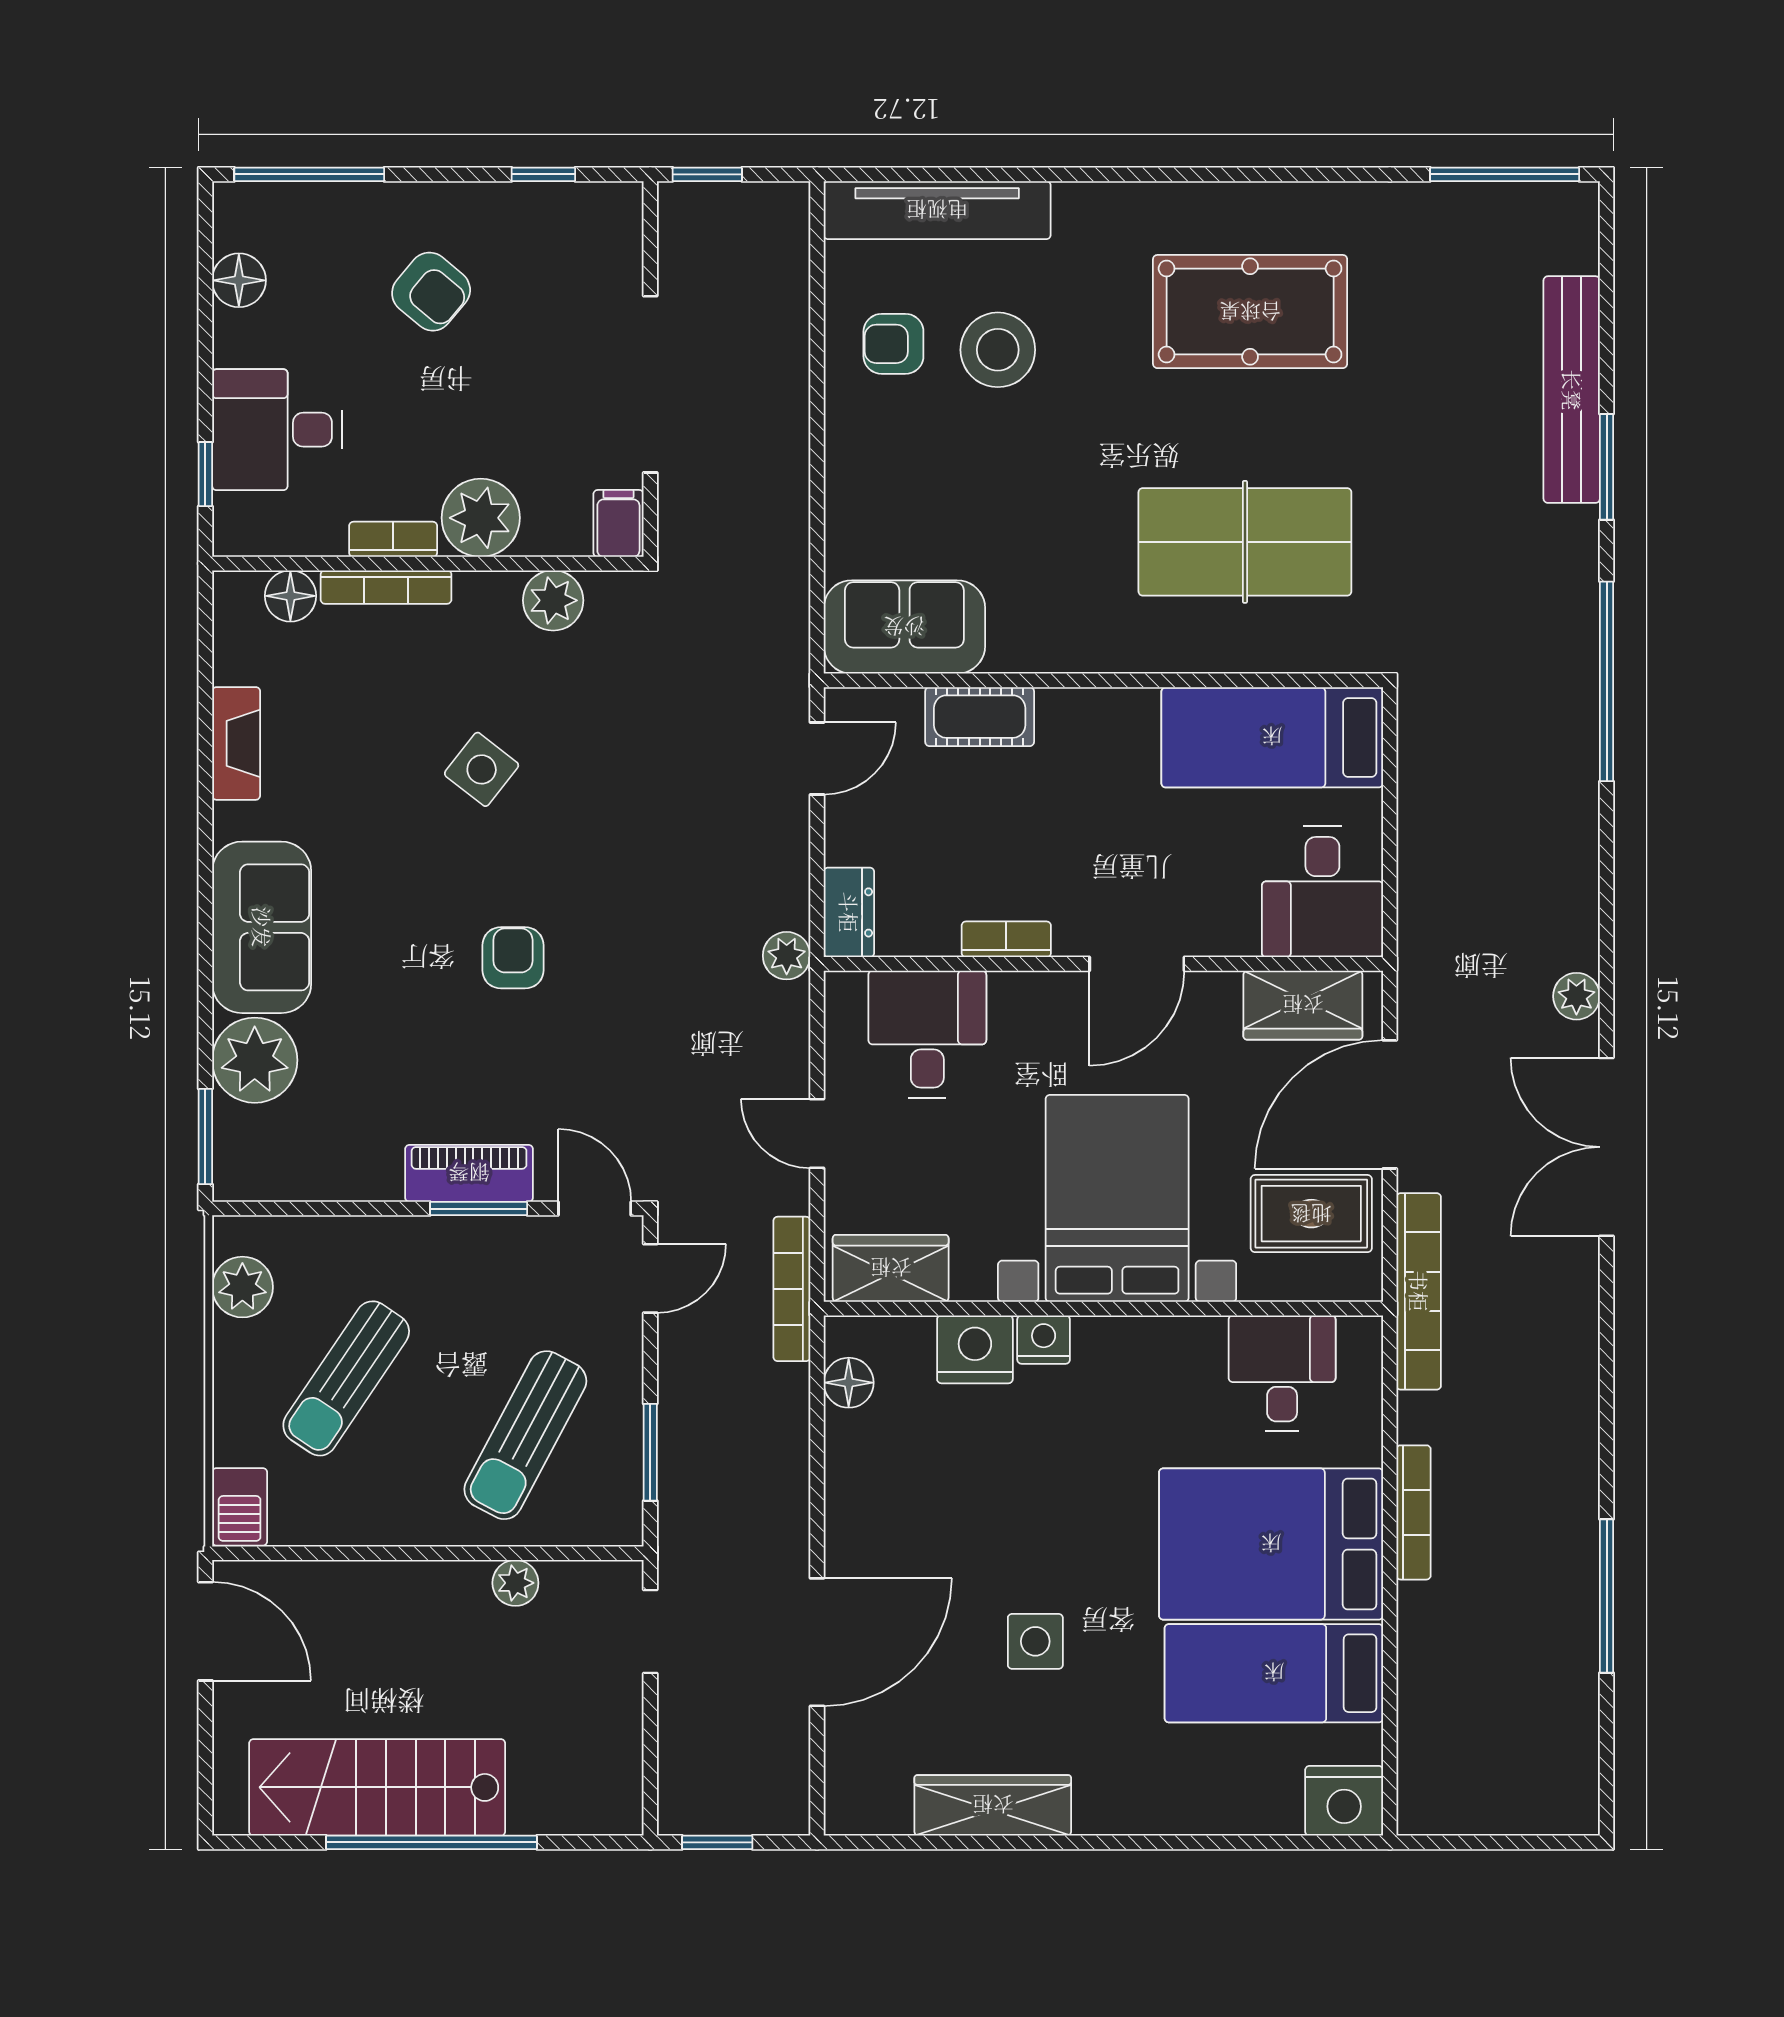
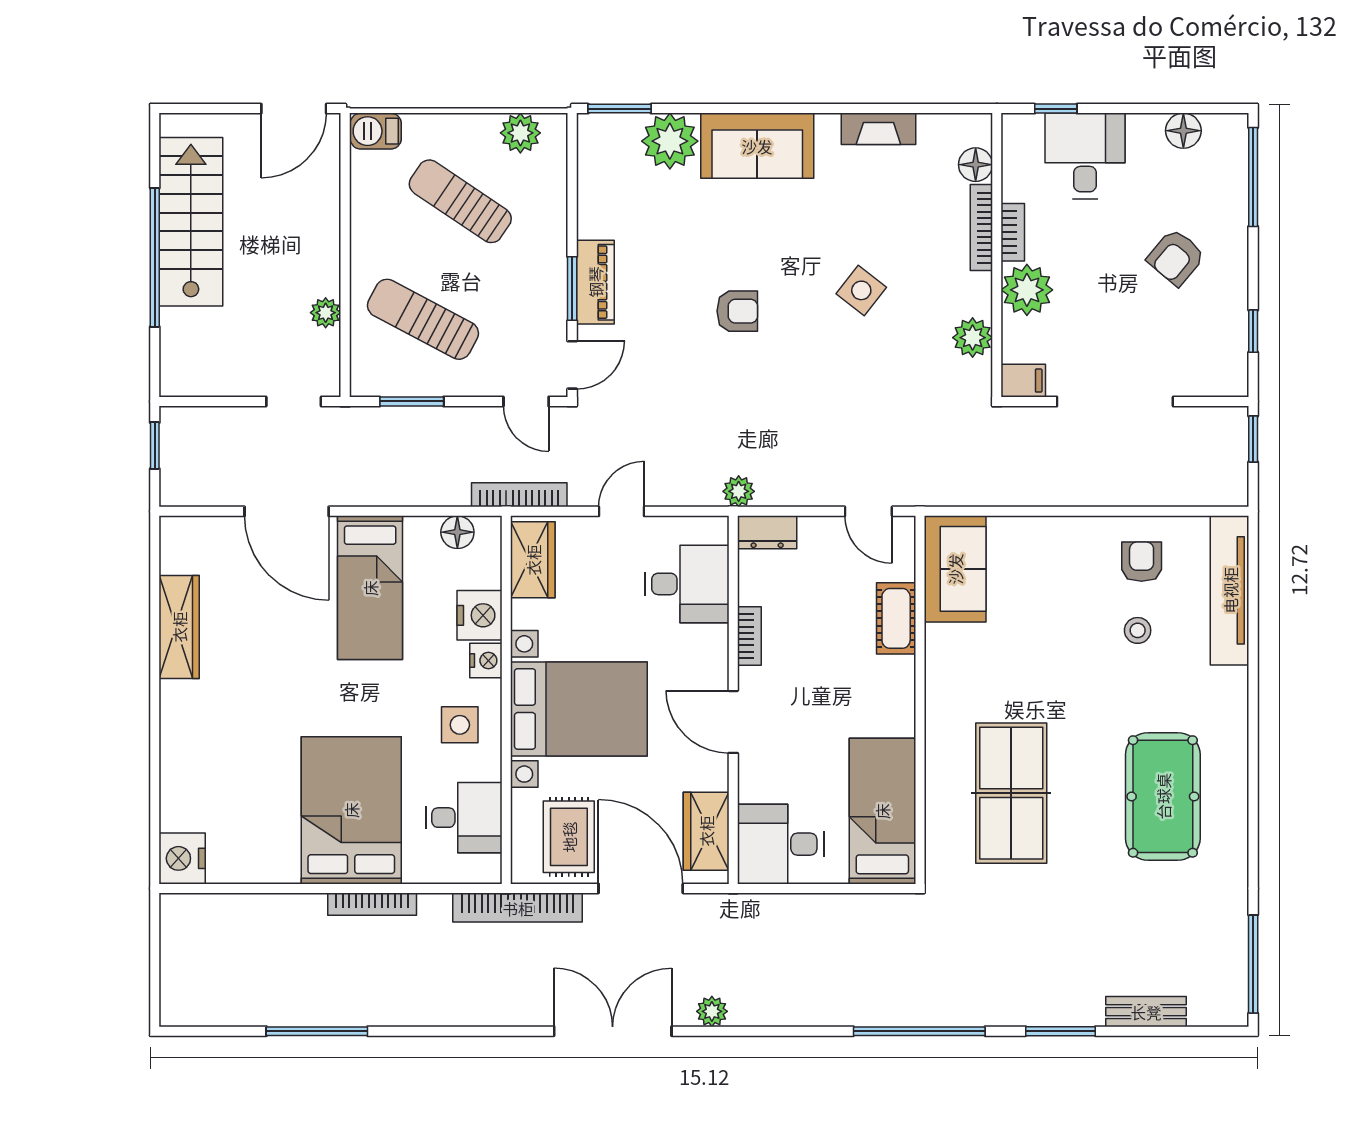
stool: (998, 350) -> (1138, 630), width x0.53, depth x0.53
bench: (1572, 390) -> (1146, 1012), width x0.54, depth x0.82
side table: (1035, 1641) -> (460, 725), moved
bed: (1274, 1673) -> (370, 588), moved, turned 180

